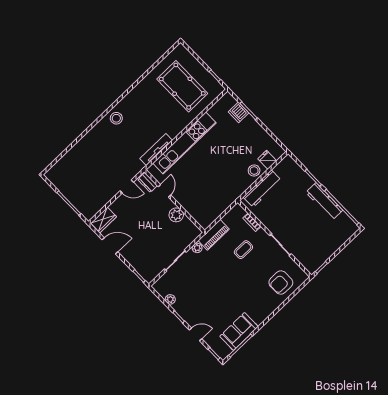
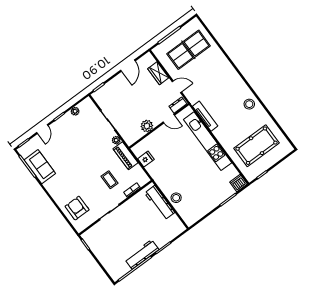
dishwasher: (239, 112) -> (239, 183), moved
stool: (116, 118) -> (249, 104), moved
fridge: (267, 160) -> (146, 159), moved
table tennis table: (83, 179) -> (189, 50), added
door: (127, 186) -> (177, 87), swing flipped
wardrobe: (104, 220) -> (158, 73), moved

